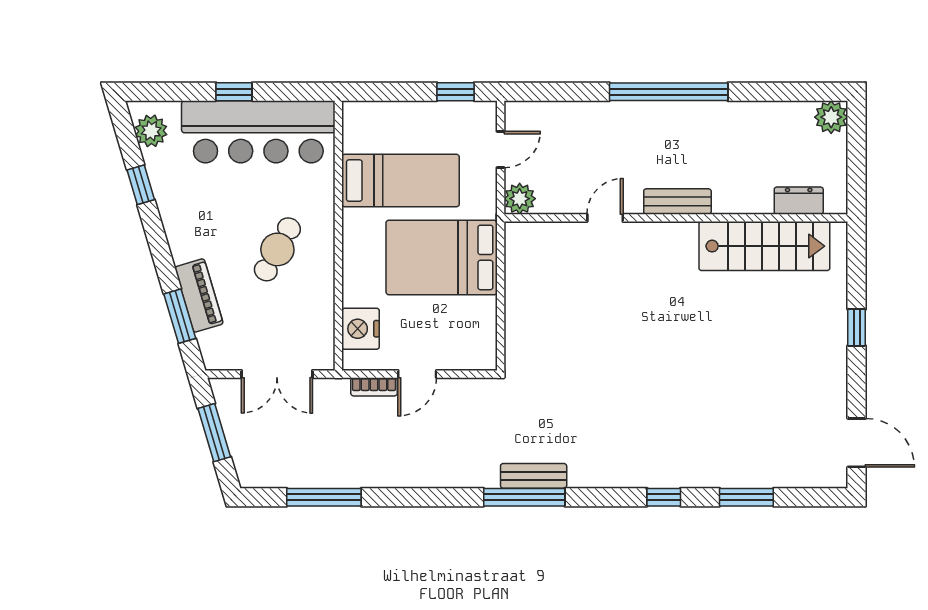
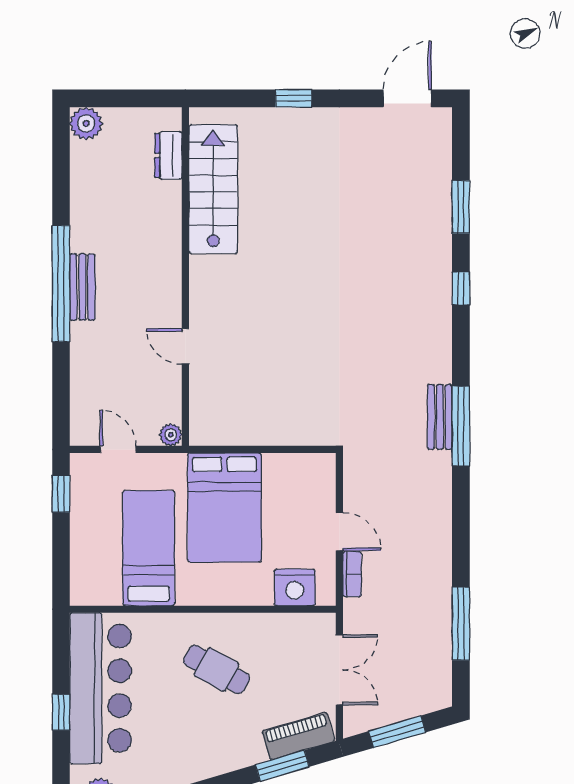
plant: (520, 199) -> (171, 435), width x0.73, depth x0.73
bench: (677, 201) -> (82, 287), moved
piano: (199, 295) -> (298, 736), moved

